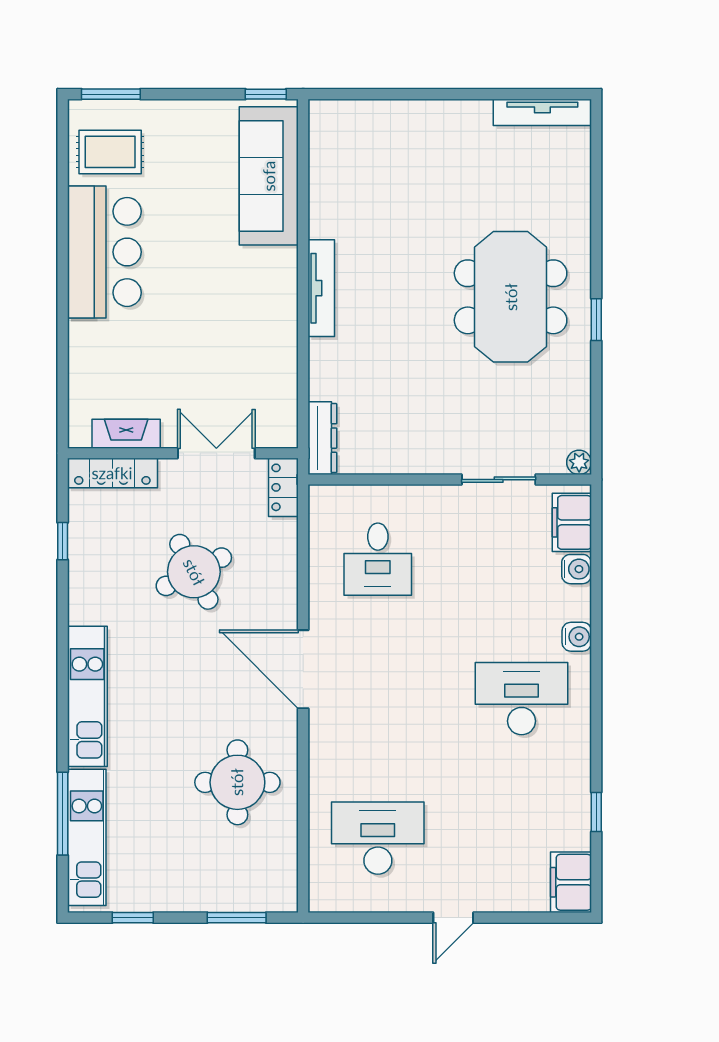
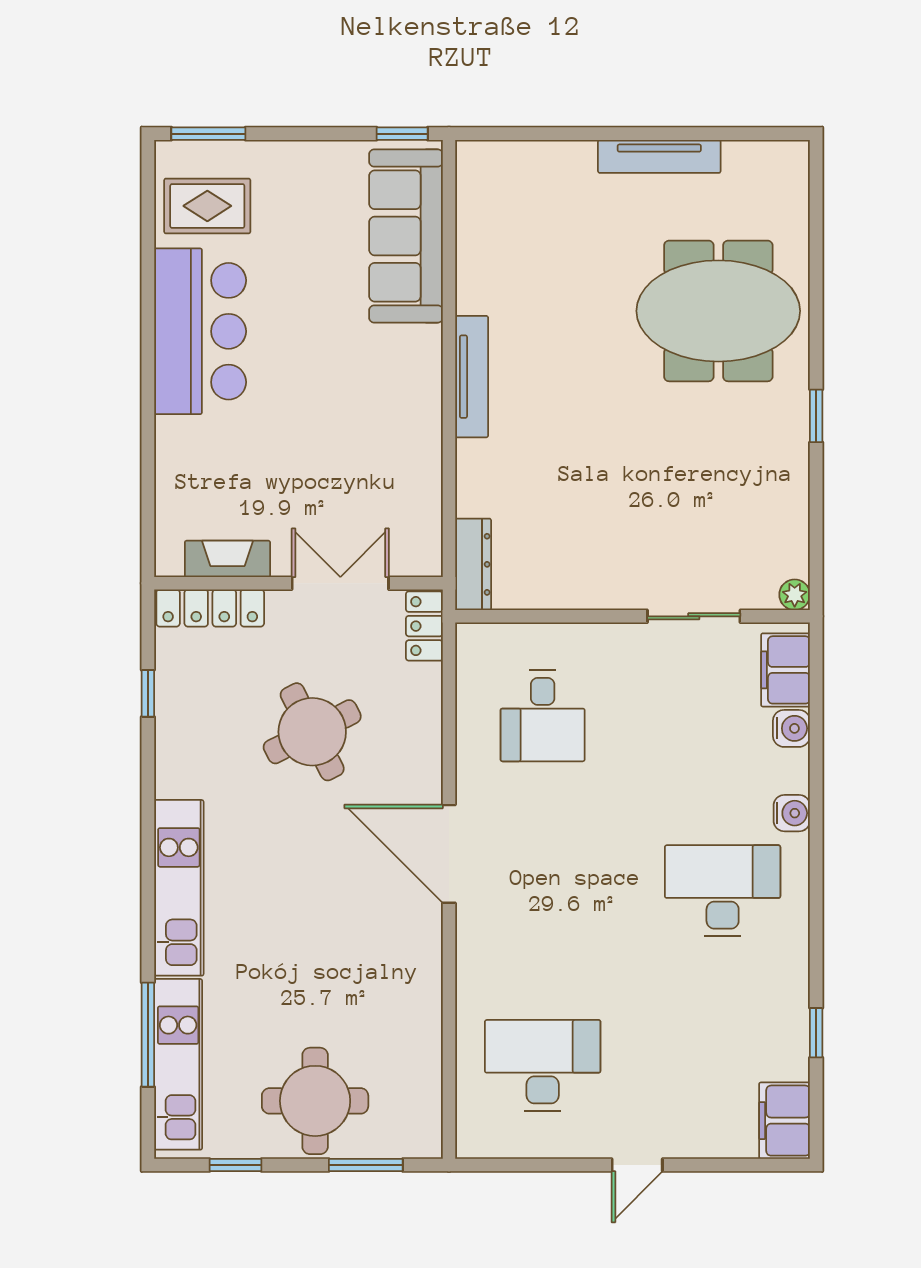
tv unit: (542, 112) -> (659, 156), moved
meeting table: (511, 297) -> (718, 311), moved, turned 90
round table: (237, 782) -> (315, 1101), moved

